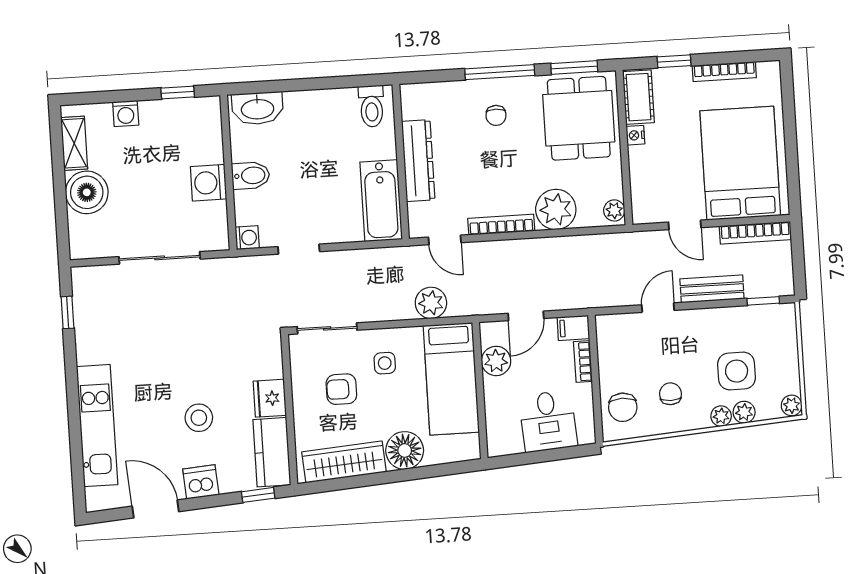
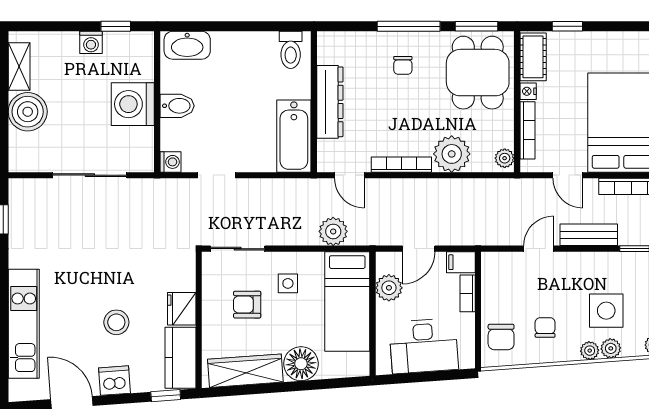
bookcase: (724, 72) -> (527, 130), moved, turned -90
washing machine: (126, 113) -> (91, 42), moved
washing machine: (209, 183) -> (133, 104), width x1.37, depth x1.37
desk: (548, 421) -> (424, 346), width x1.37

